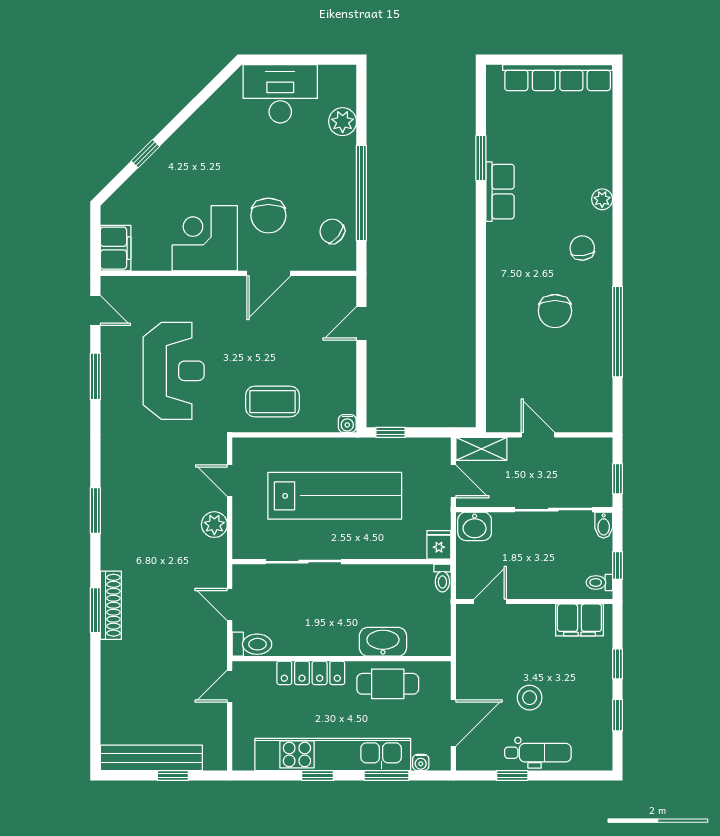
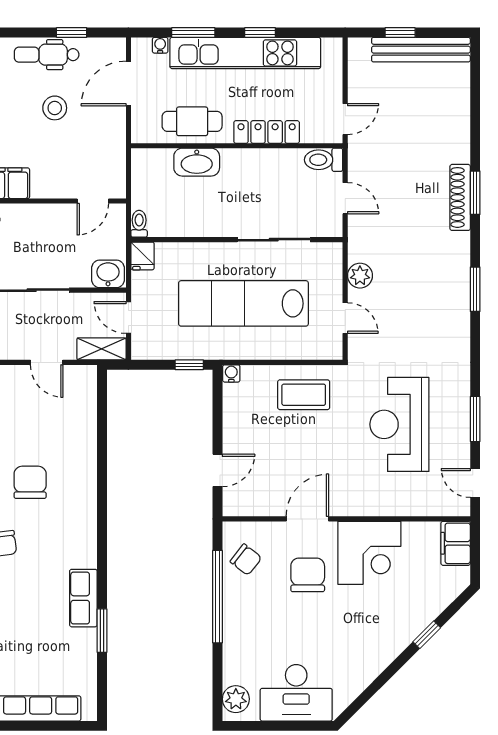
plant: (343, 122) -> (236, 699), moved

